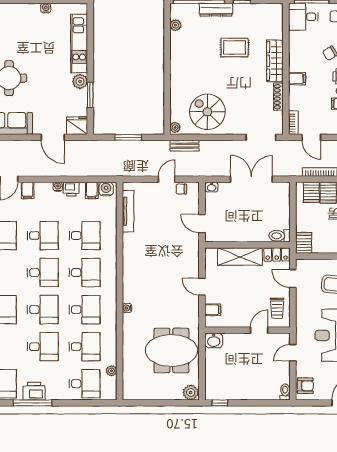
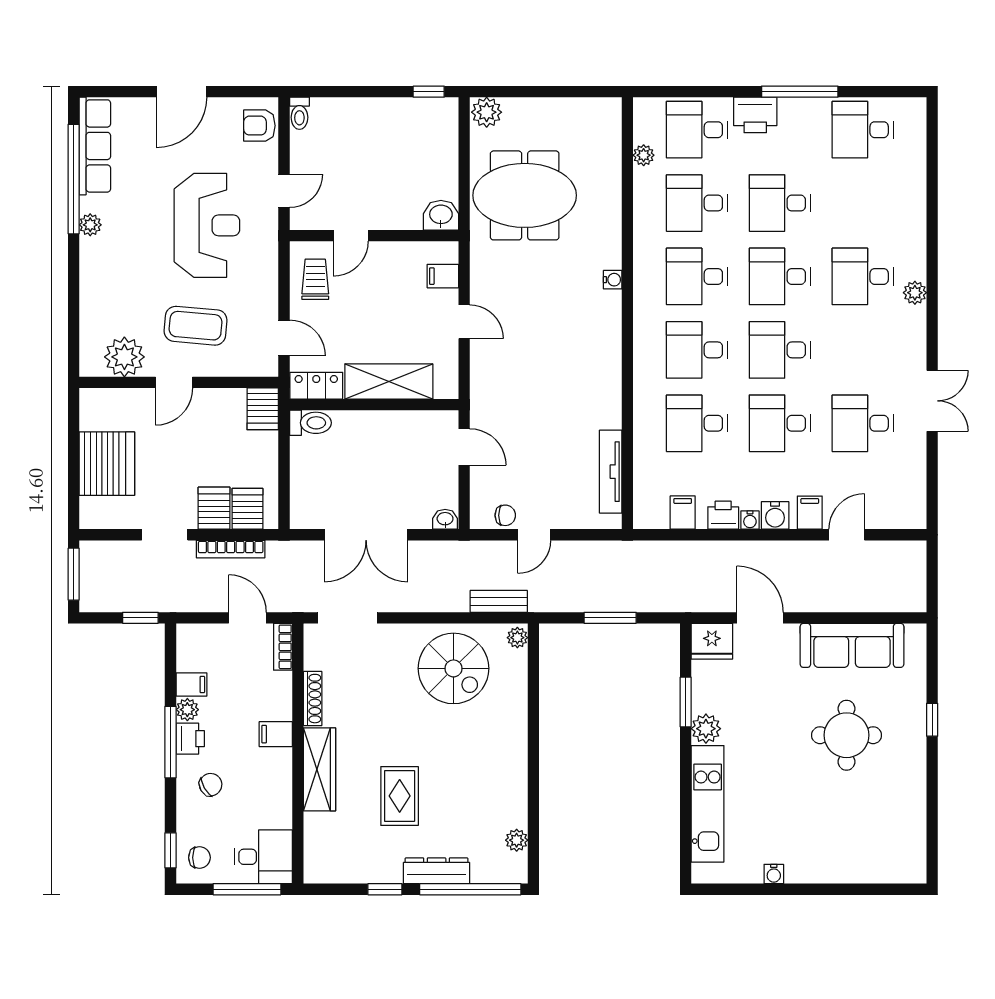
rug: (235, 47) -> (400, 796), turned 90
water cooler: (106, 189) -> (775, 515), moved
printer: (34, 391) -> (755, 115), moved

